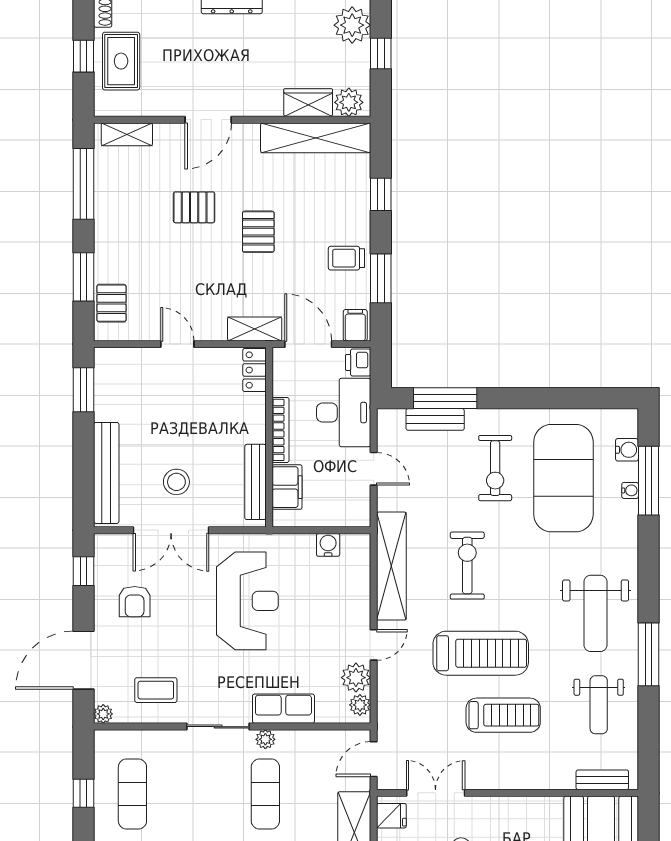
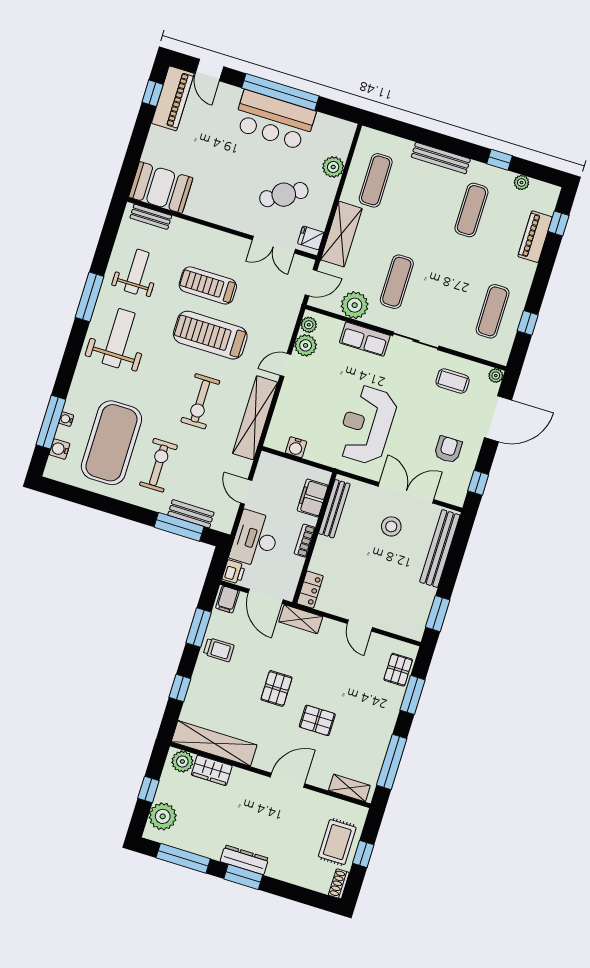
bookcase: (281, 430) -> (305, 541), width x0.64
plant: (265, 739) -> (355, 305), moved, width x1.88, depth x1.88

